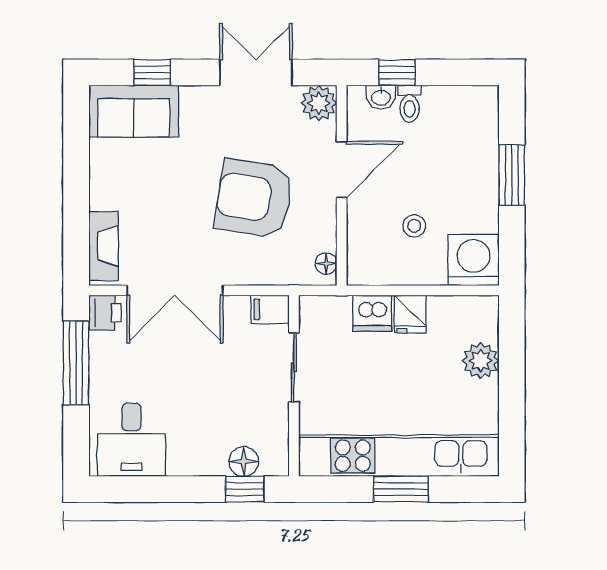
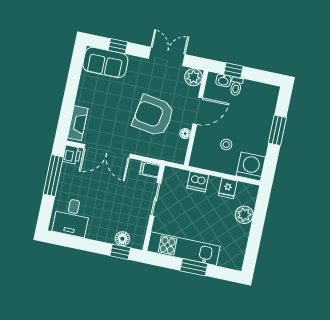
floor lamp: (326, 264) -> (185, 134), moved
fridge: (410, 314) -> (228, 188), moved
kitchen unit: (399, 456) -> (184, 249), width x0.73

